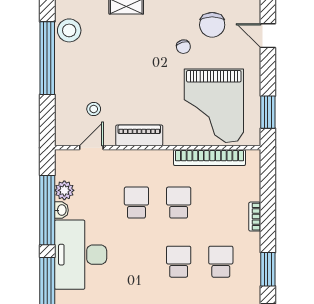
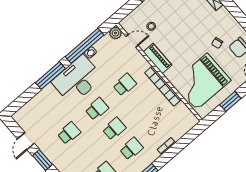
window: (268, 112) -> (230, 101), moved
bookcase: (210, 158) -> (163, 86), moved
plant: (64, 190) -> (116, 33), moved
school desk: (179, 203) -> (97, 109), moved

